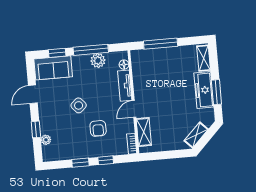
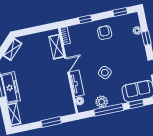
window: (161, 44) -> (51, 122), width x0.69
side table: (79, 105) -> (105, 73), moved
armchair: (98, 128) -> (105, 33), moved
window: (80, 163) -> (120, 12), moved

